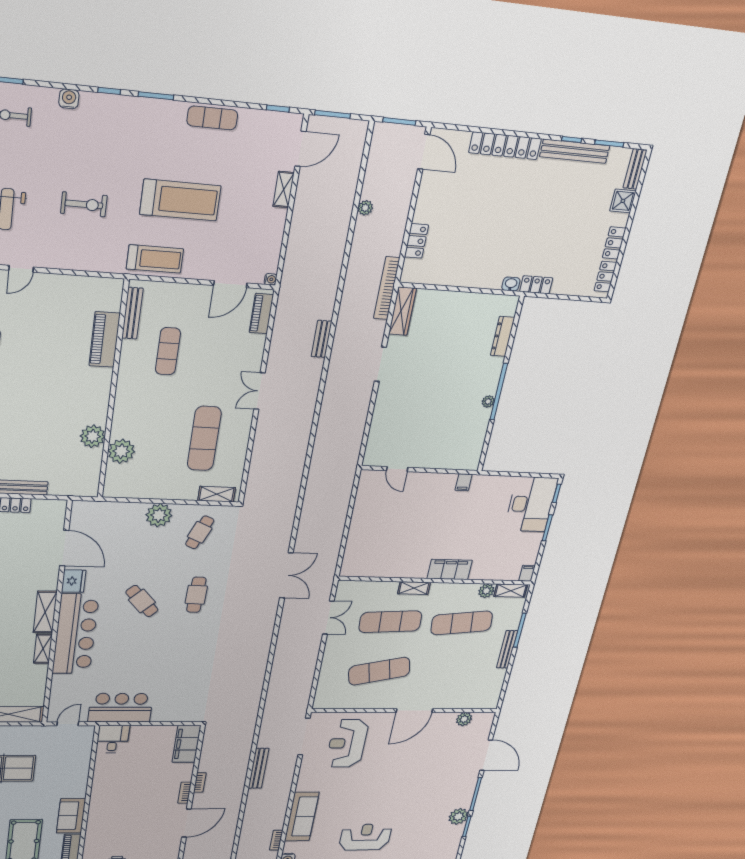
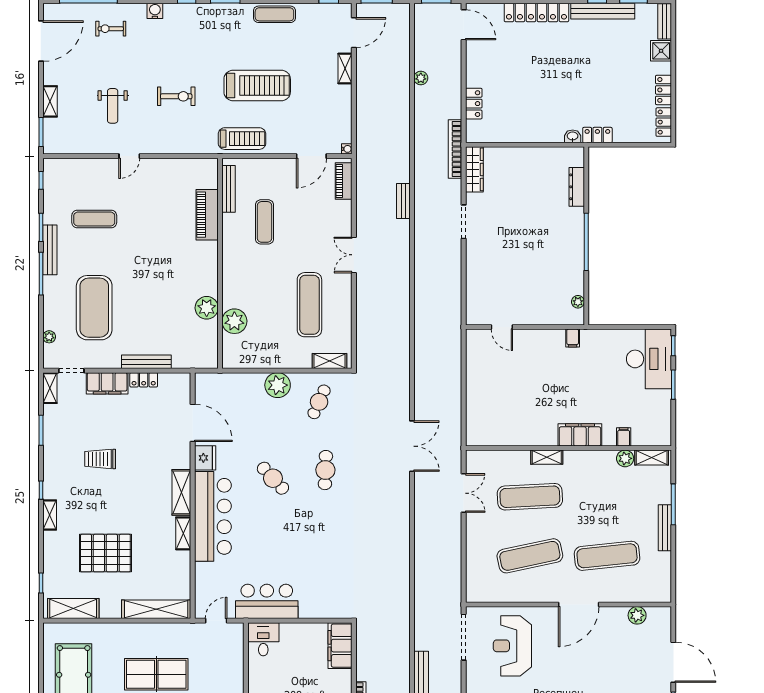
plant: (488, 401) -> (578, 302), moved
filing cabinet: (527, 573) -> (624, 437), moved
exercise mat: (462, 623) -> (607, 556), moved

